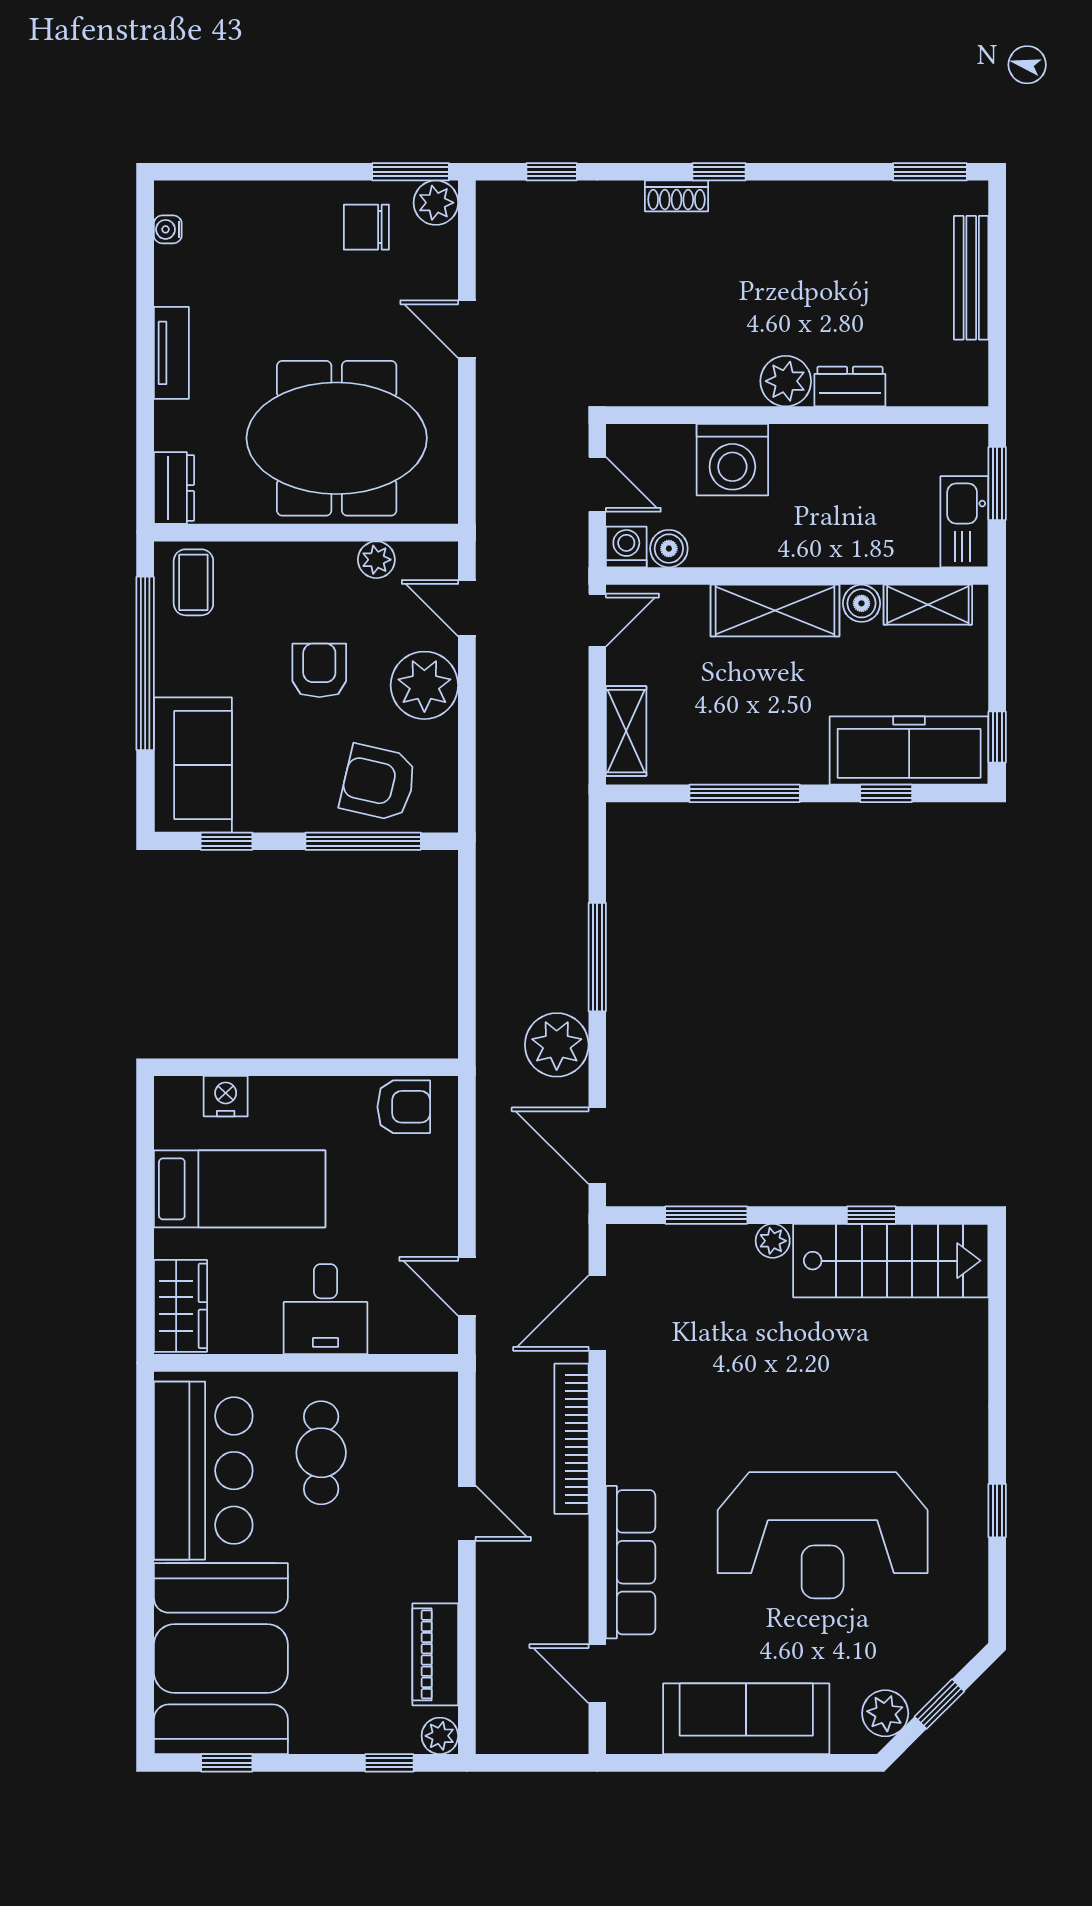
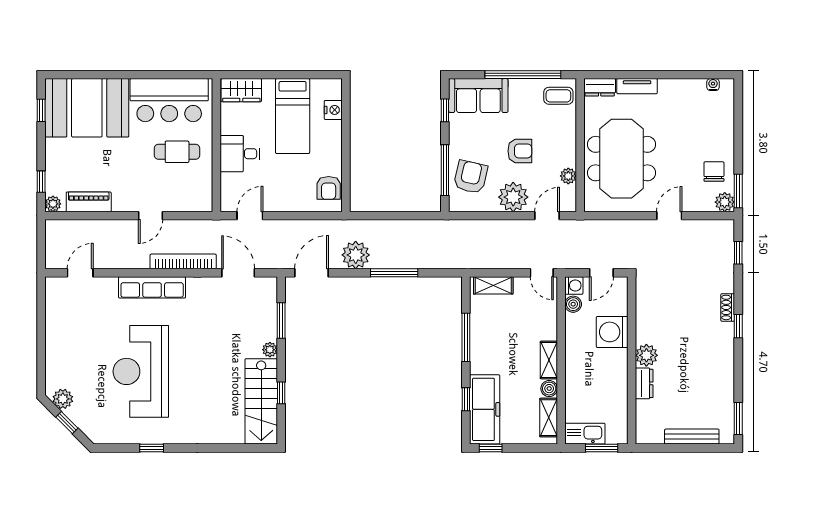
tv unit: (171, 353) -> (637, 86), moved
shelving: (775, 610) -> (549, 360), width x0.67, depth x0.75
row of seats: (631, 1562) -> (152, 287), moved
sofa: (746, 1719) -> (60, 338), removed

